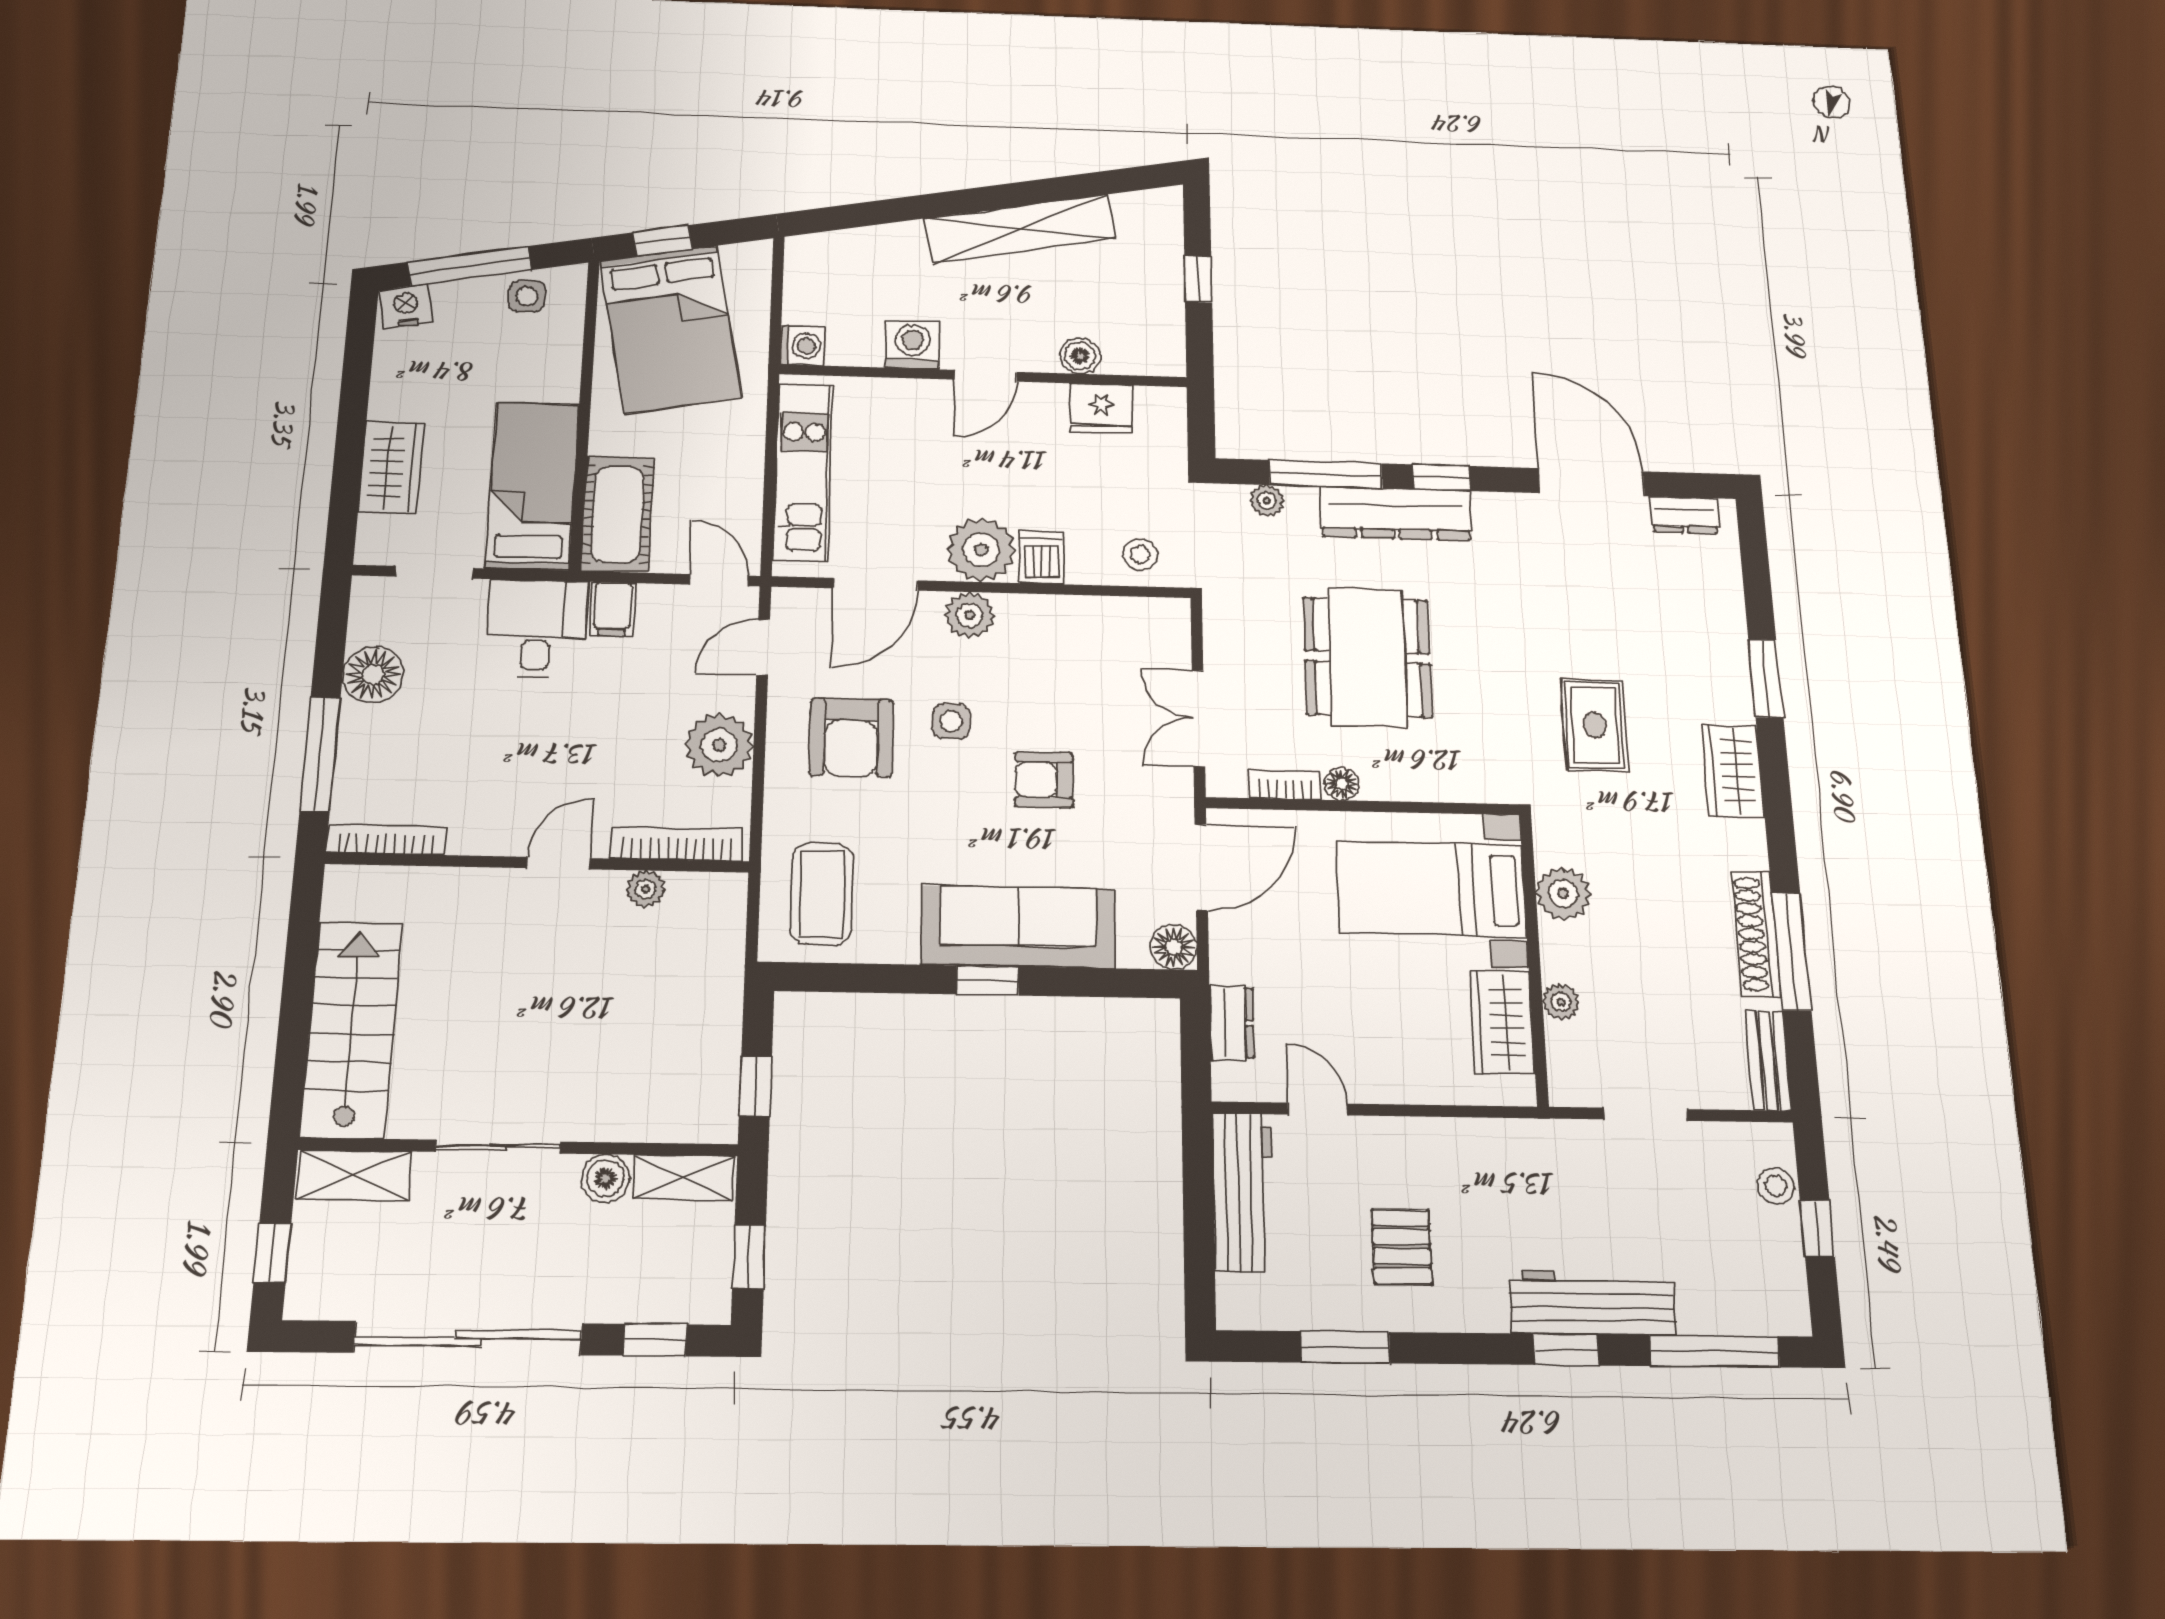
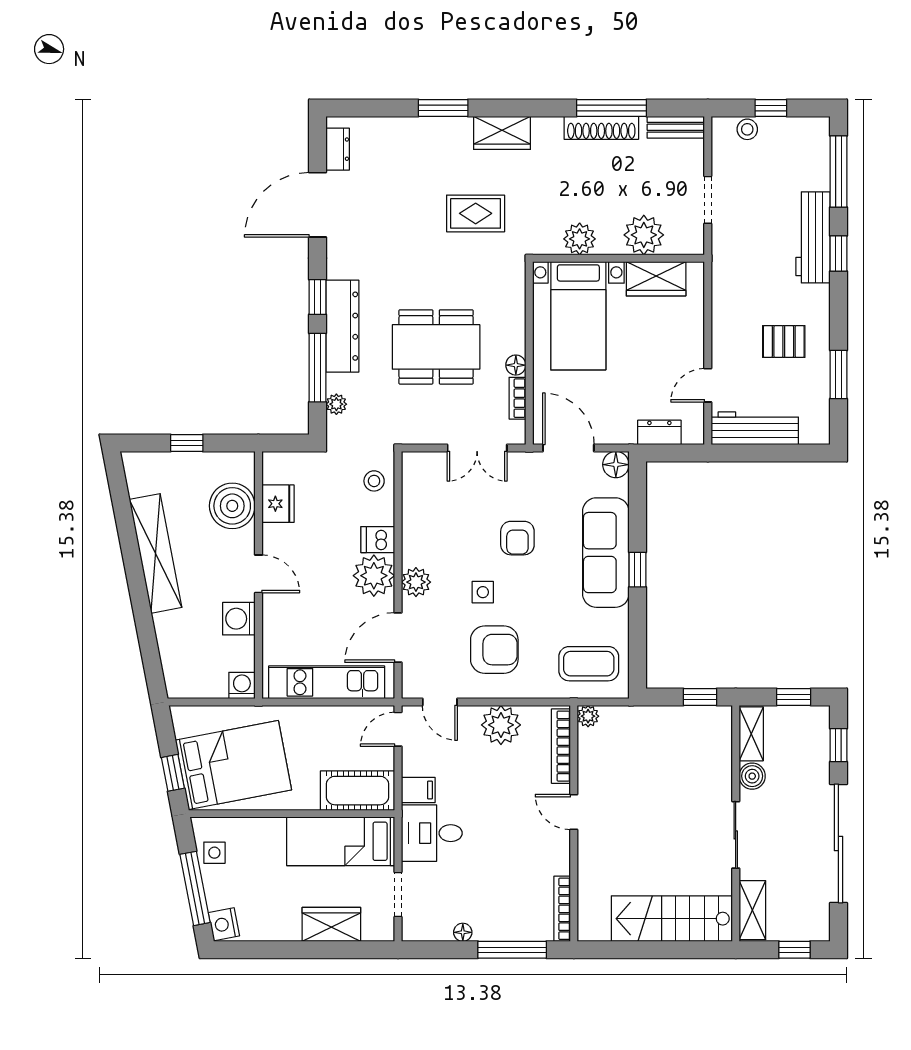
boiler: (1080, 356) -> (232, 506), width x1.86, depth x1.86
door: (876, 584) -> (398, 638), swing flipped
floor lamp: (373, 674) -> (463, 932), width x0.53, depth x0.53
plant: (646, 889) -> (588, 716), moved
plant: (1561, 1002) -> (644, 235), width x1.88, depth x1.88

